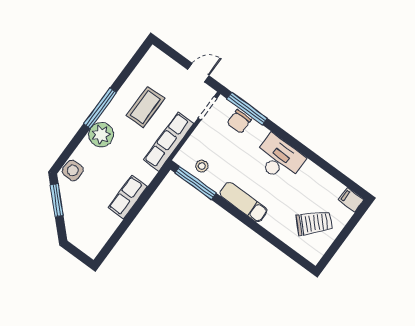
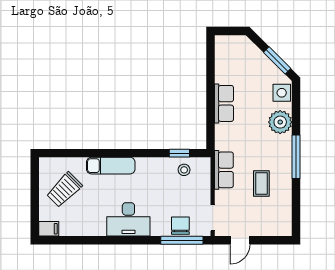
coffee table: (145, 107) -> (261, 183), width x0.73, depth x0.77
plant: (101, 135) -> (280, 122), moved
row of seats: (169, 142) -> (224, 170), width x0.68
window: (195, 183) -> (179, 153), width x0.46
exam couch: (244, 202) -> (111, 166), moved

